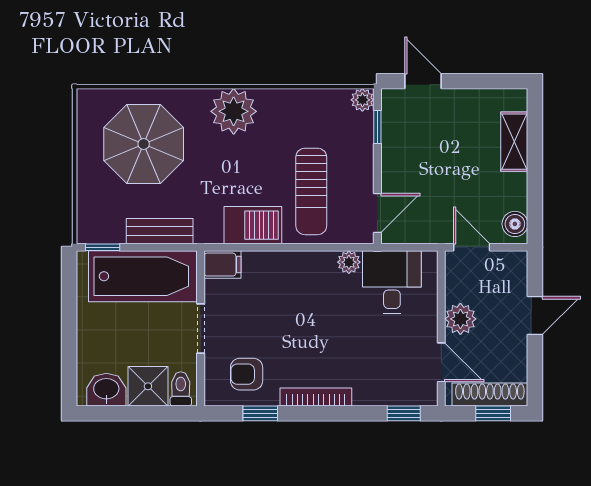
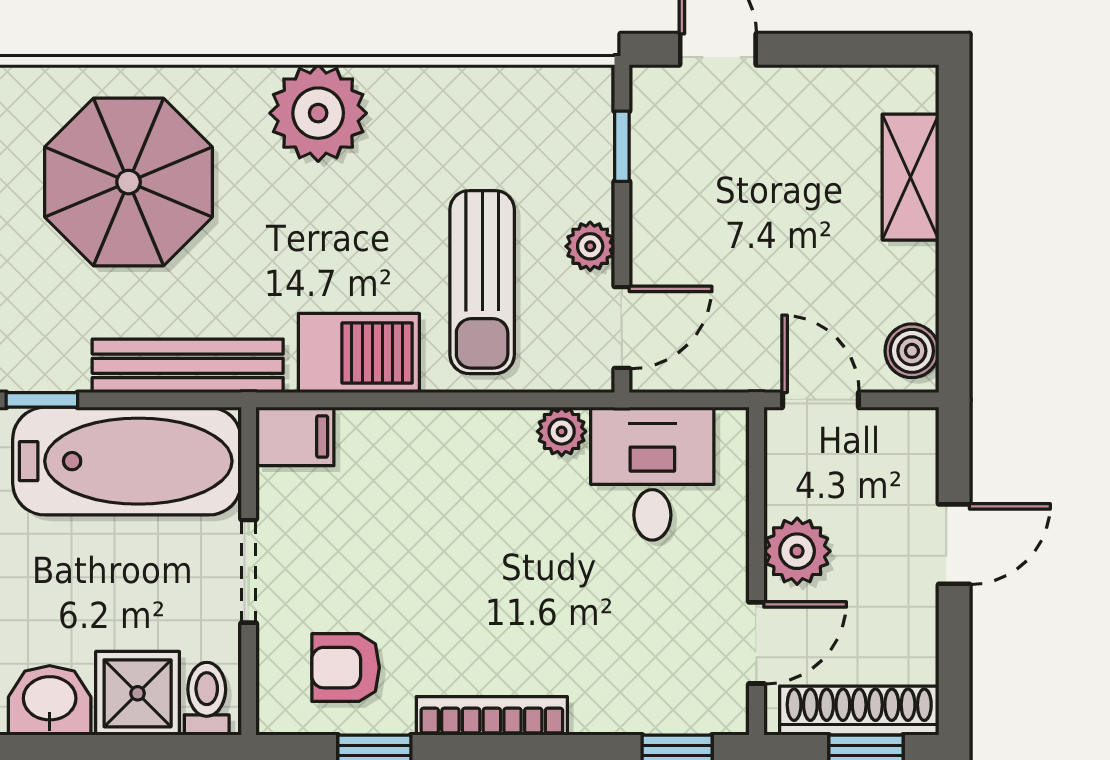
plant: (362, 100) -> (590, 246), moved
bench: (160, 231) -> (188, 366), width x1.36
door: (441, 362) -> (756, 643), hinge flipped

